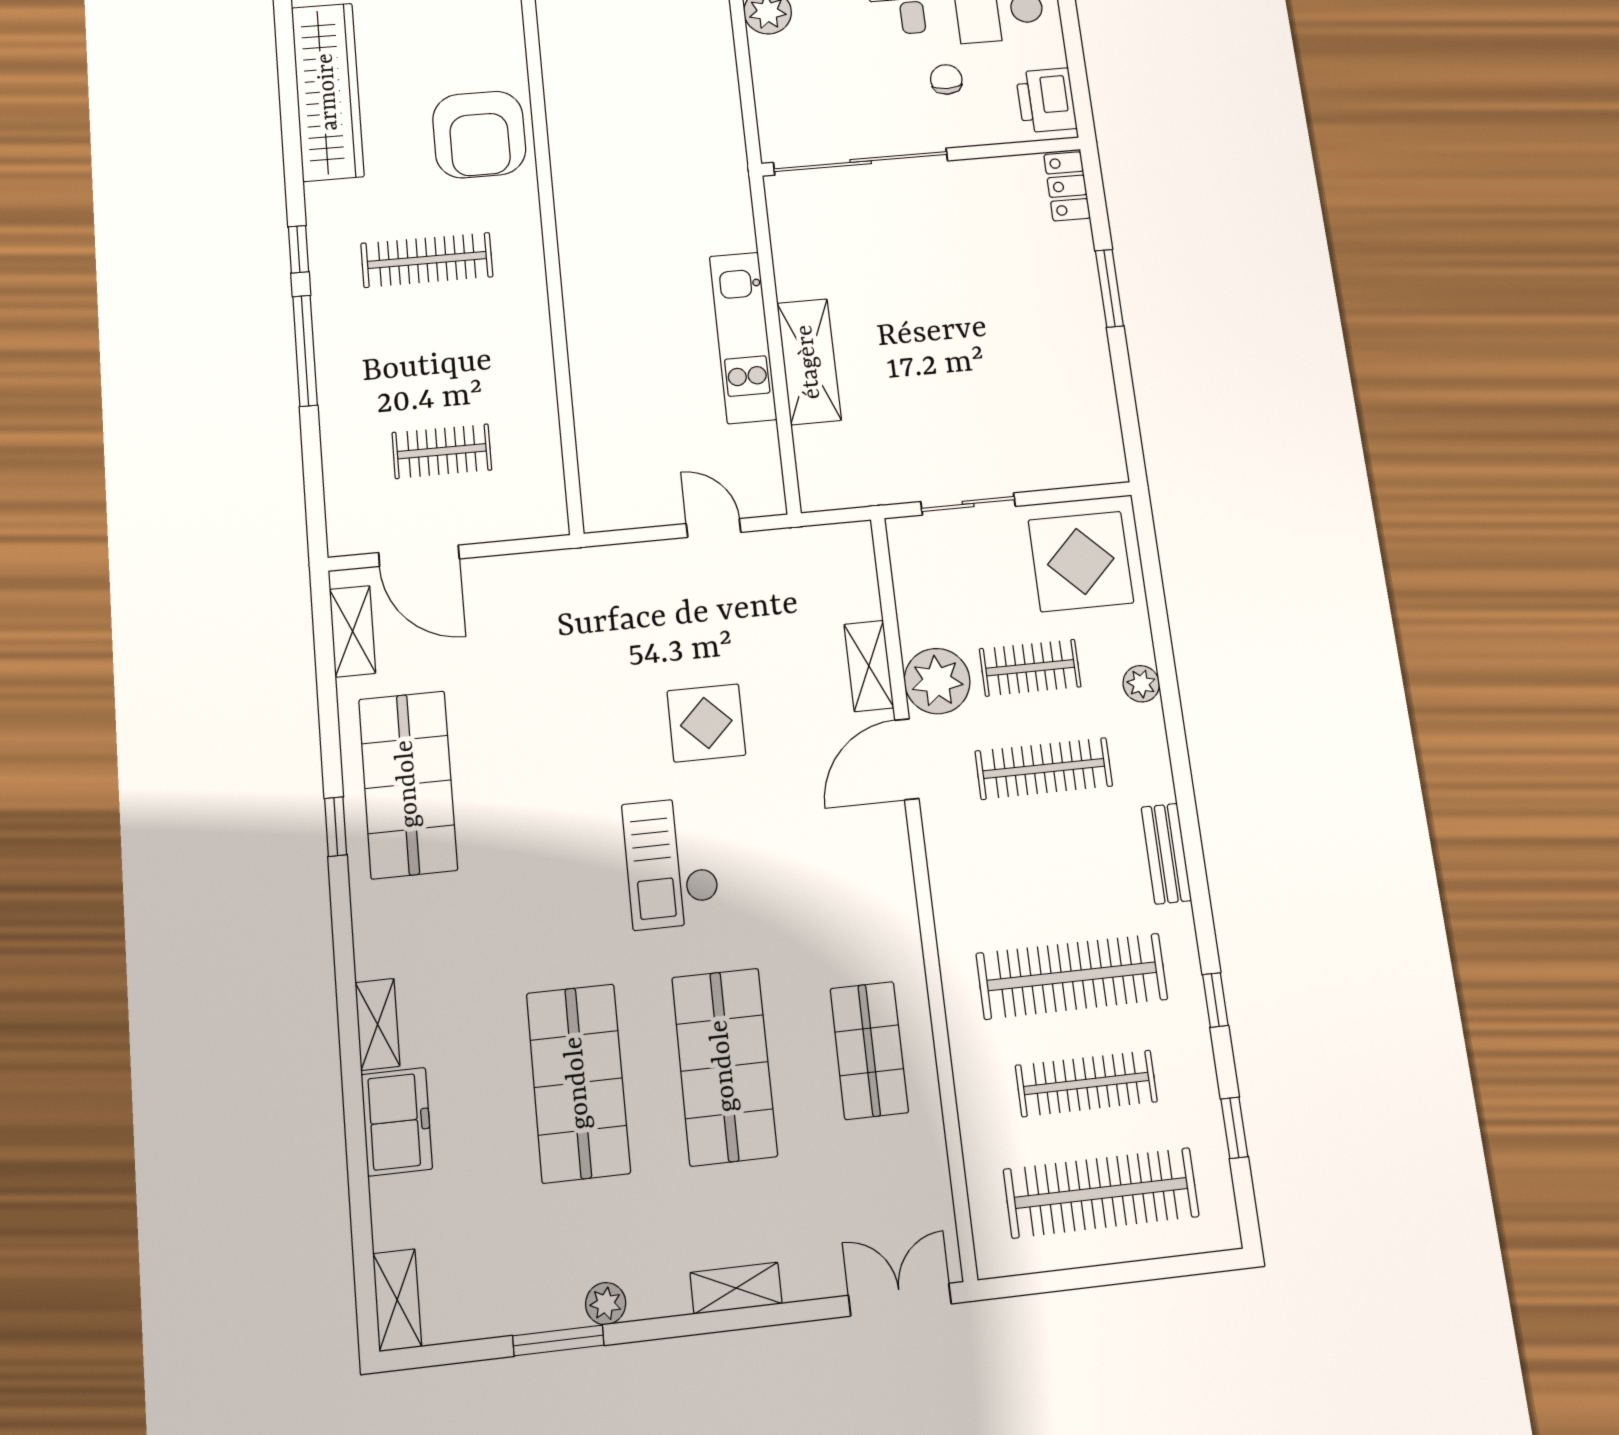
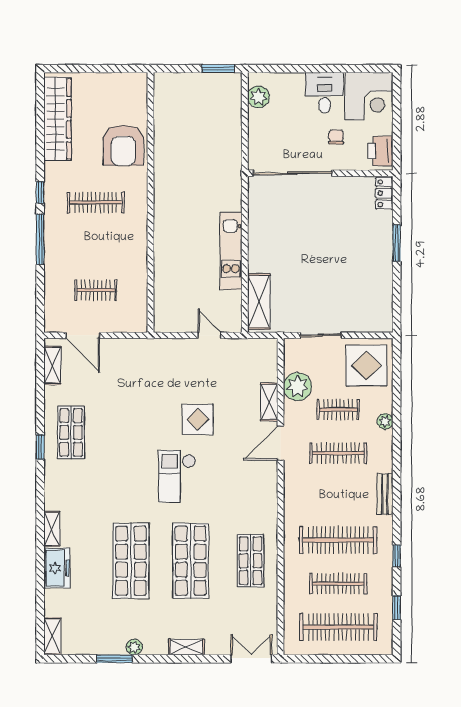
shelving: (809, 362) -> (259, 301), moved
plant: (937, 681) -> (297, 387), moved
shop shelf: (408, 784) -> (71, 432), width x0.70, depth x0.74

